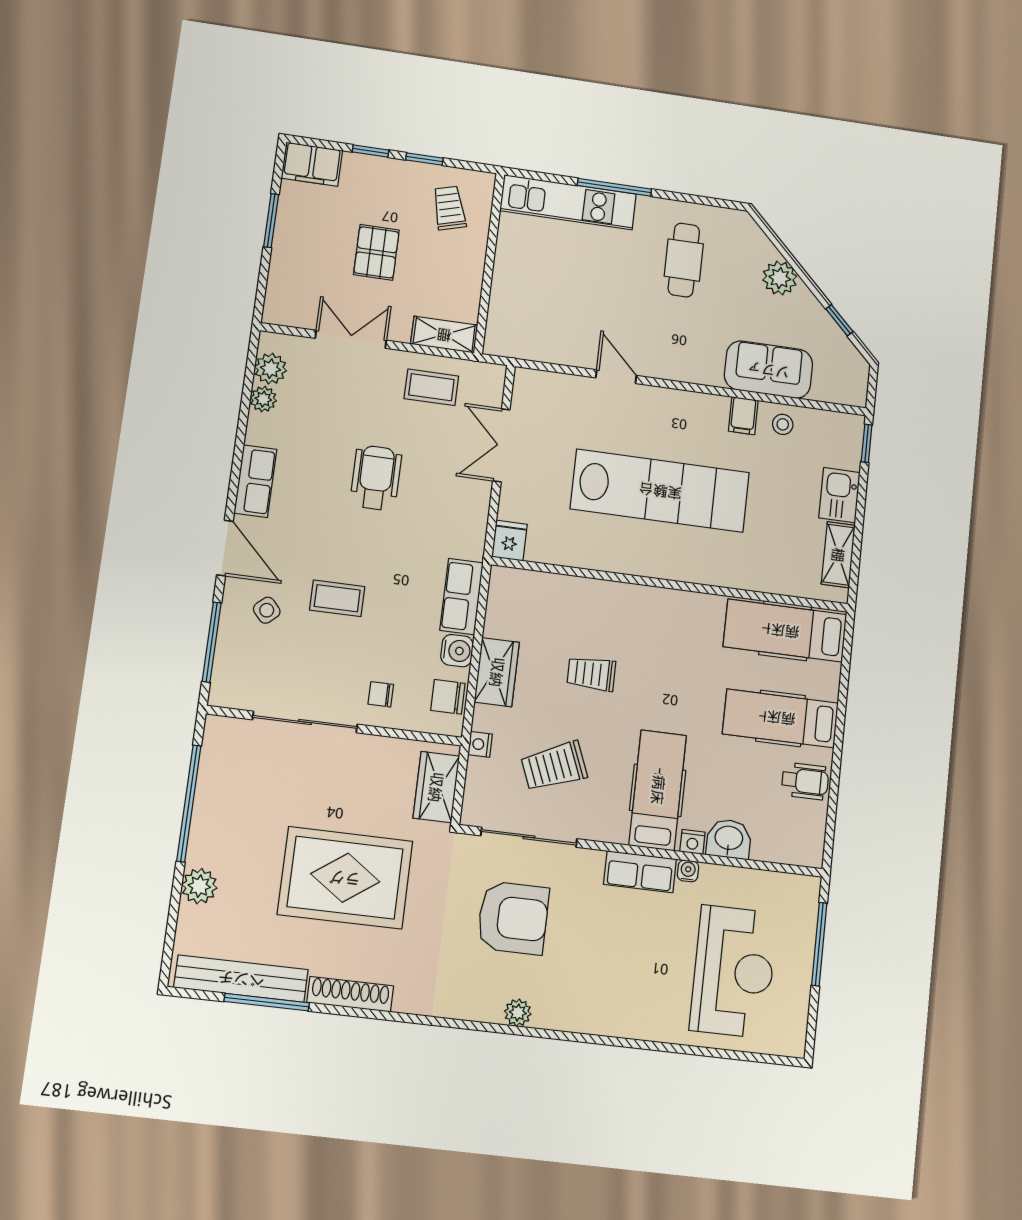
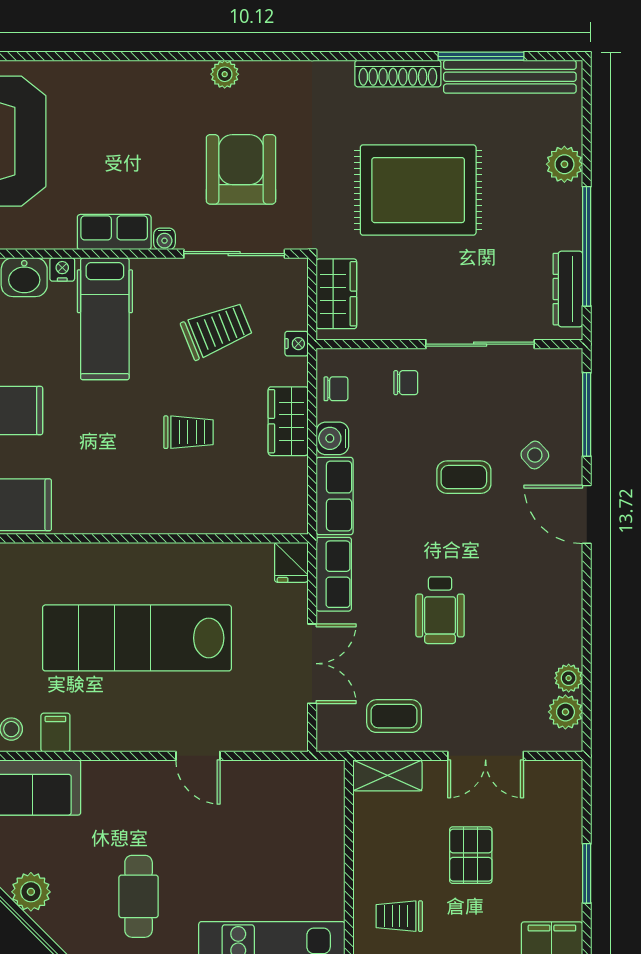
trolley: (449, 208) -> (399, 916), turned 106
row of seats: (255, 481) -> (334, 574), moved, turned 180
chair: (448, 697) -> (336, 389), width x0.73, depth x0.73
dresser: (213, 764) -> (568, 289), added
water cooler: (688, 871) -> (164, 239), moved
armchair: (513, 918) -> (241, 169), turned 90

